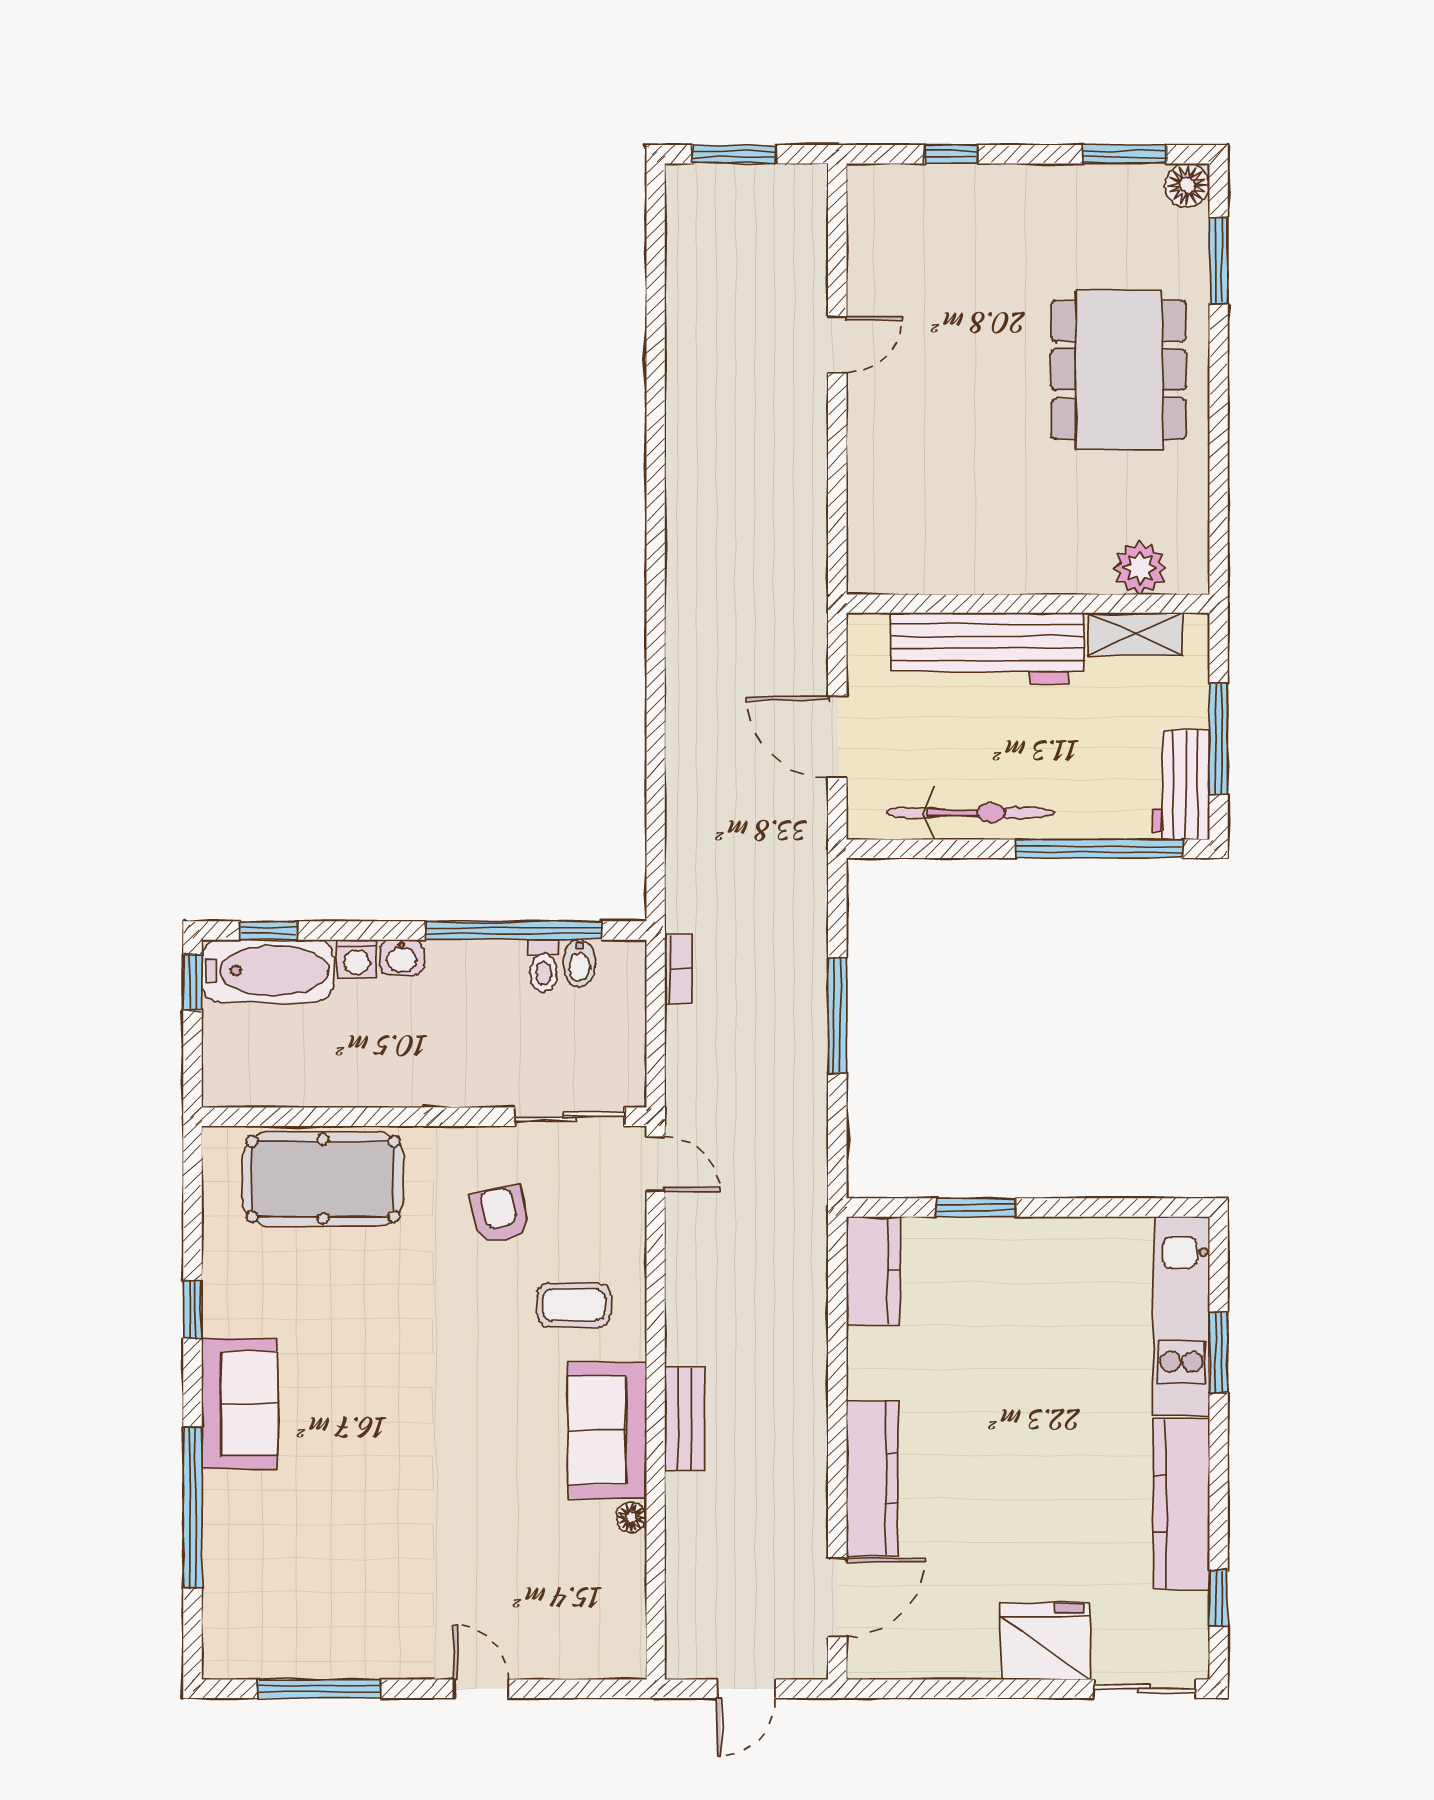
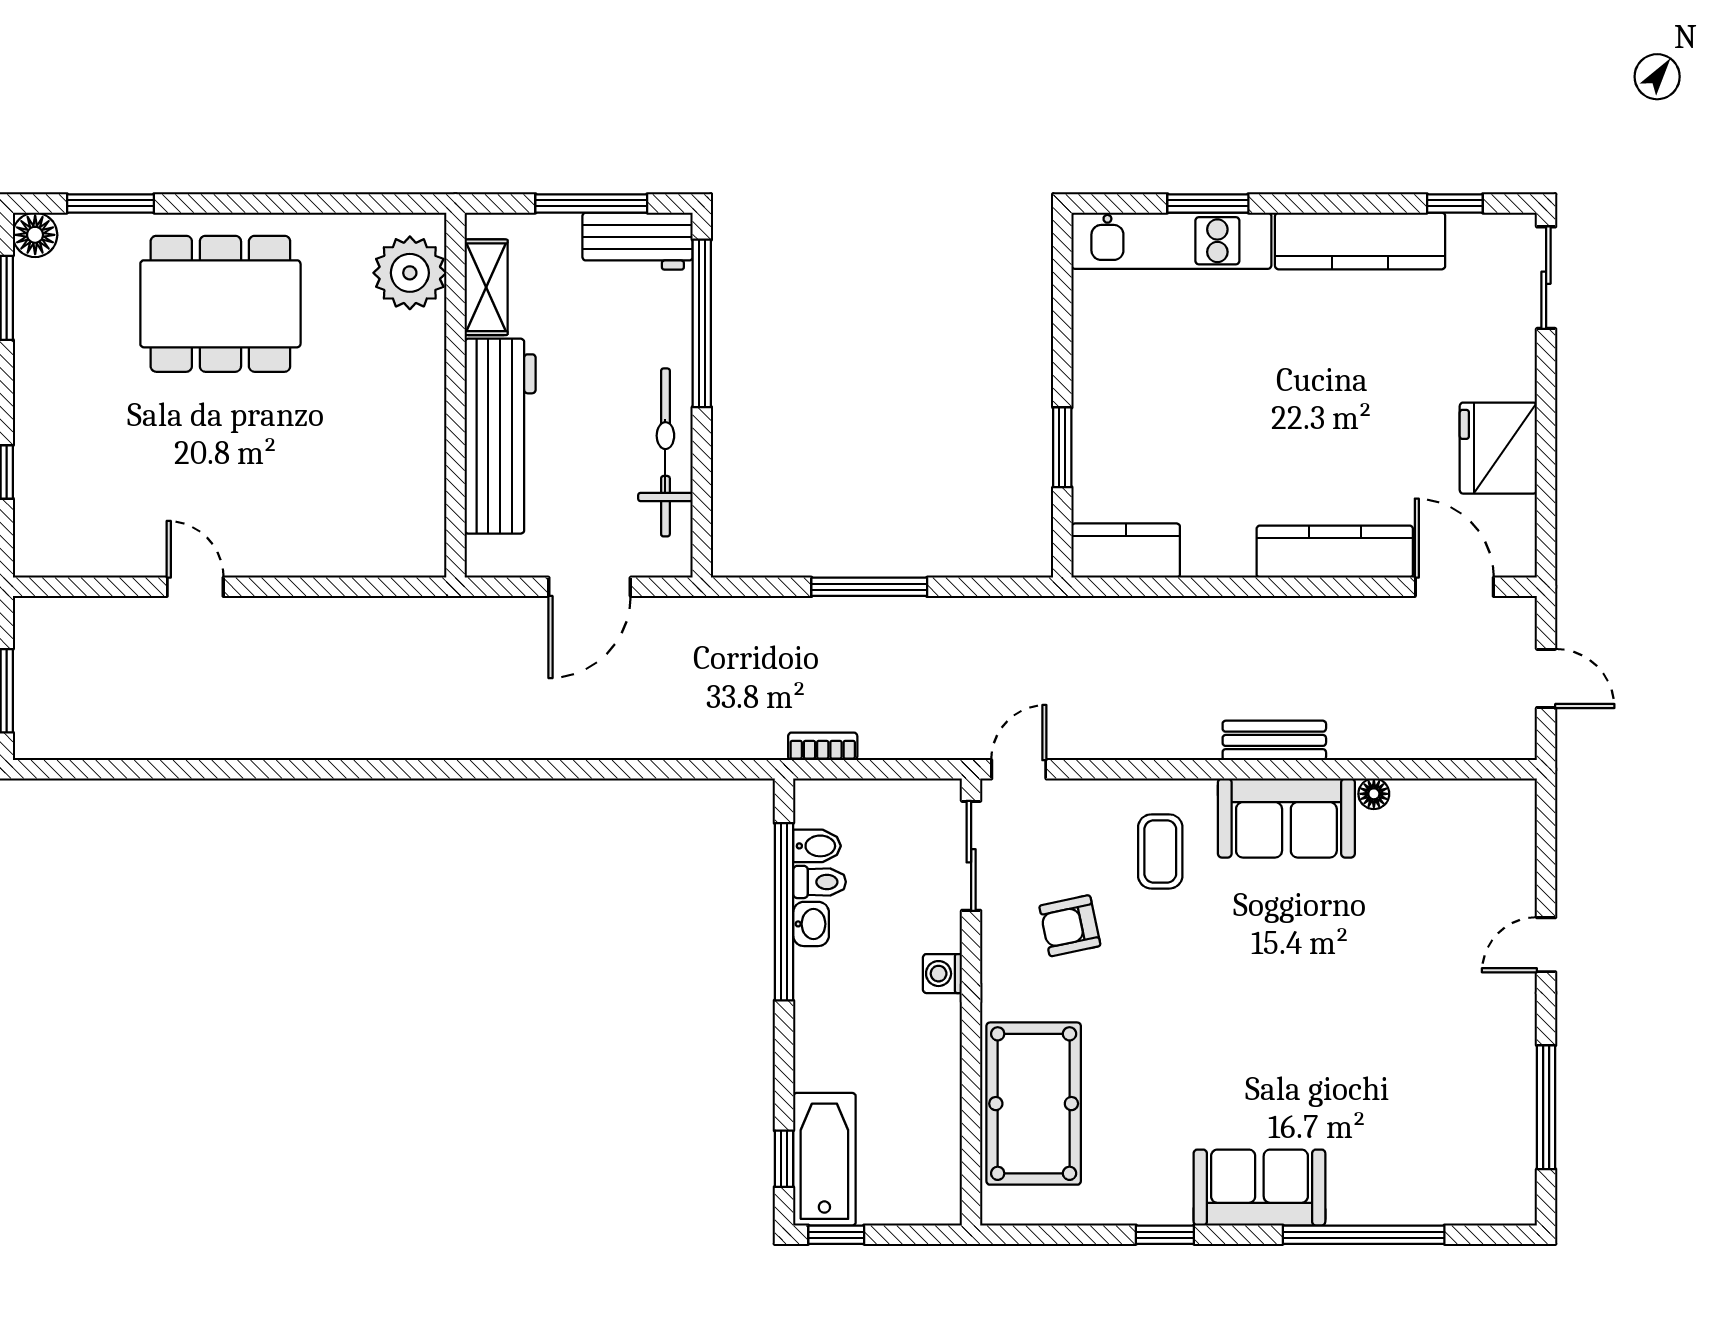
plant: (1140, 568) -> (410, 273), width x1.36, depth x1.36
washbasin: (402, 957) -> (811, 924), moved
washing machine: (357, 959) -> (942, 974), moved, turned 180
fridge: (1045, 1641) -> (1498, 448), moved

